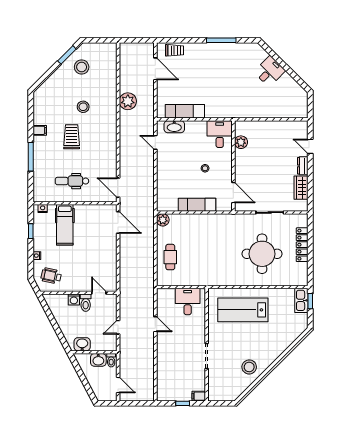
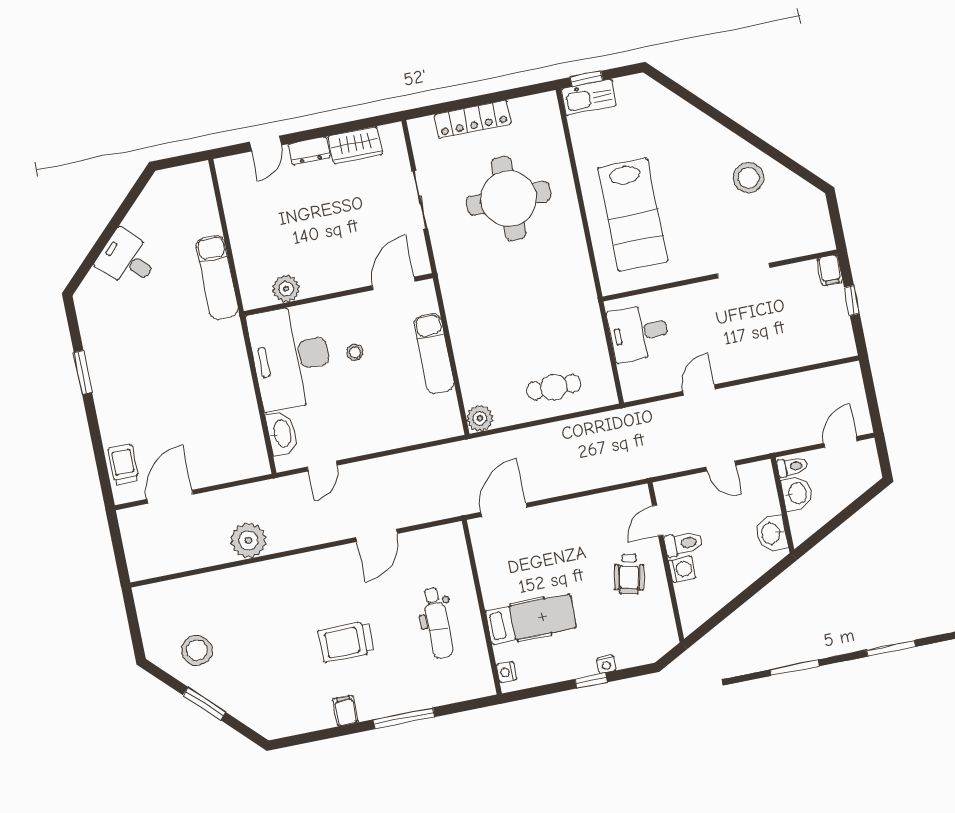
window: (221, 40) -> (83, 372), width x0.69
window: (67, 55) -> (204, 704), moved
stool: (83, 107) -> (279, 631), removed
exam couch: (185, 111) -> (217, 277), moved
desk: (220, 134) -> (291, 357), width x1.87, depth x1.30
door: (118, 188) -> (377, 535), moved
window: (31, 231) -> (591, 681), moved
wheelchair: (51, 276) -> (629, 574), moved

